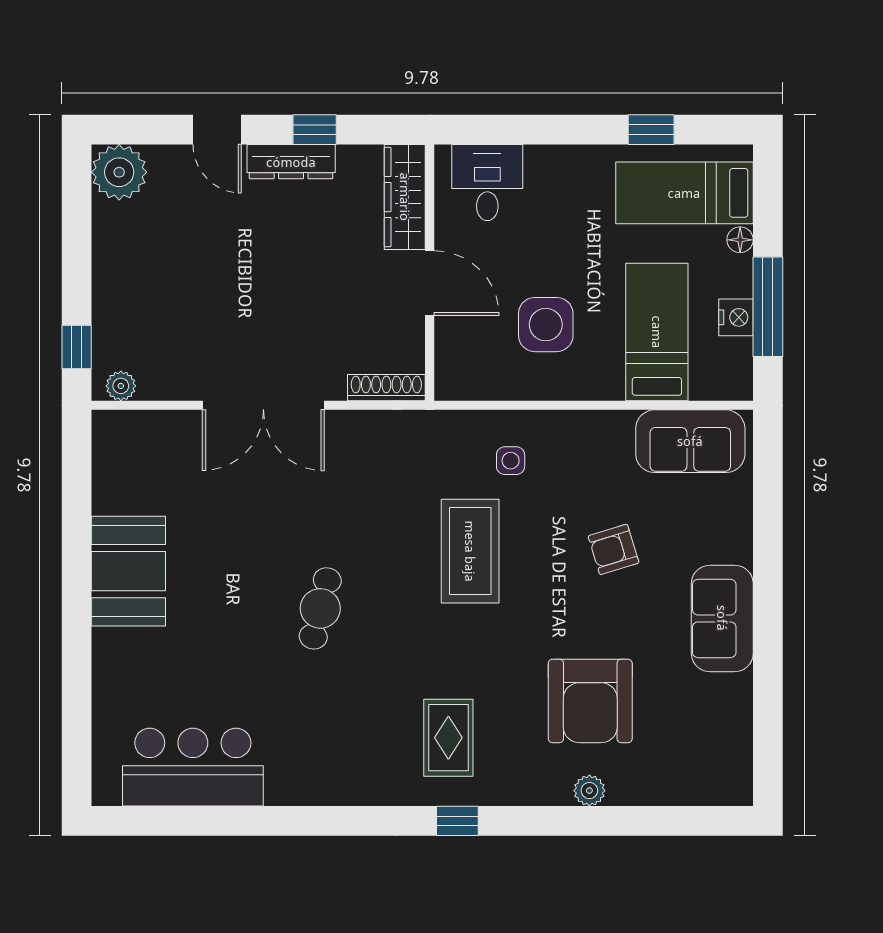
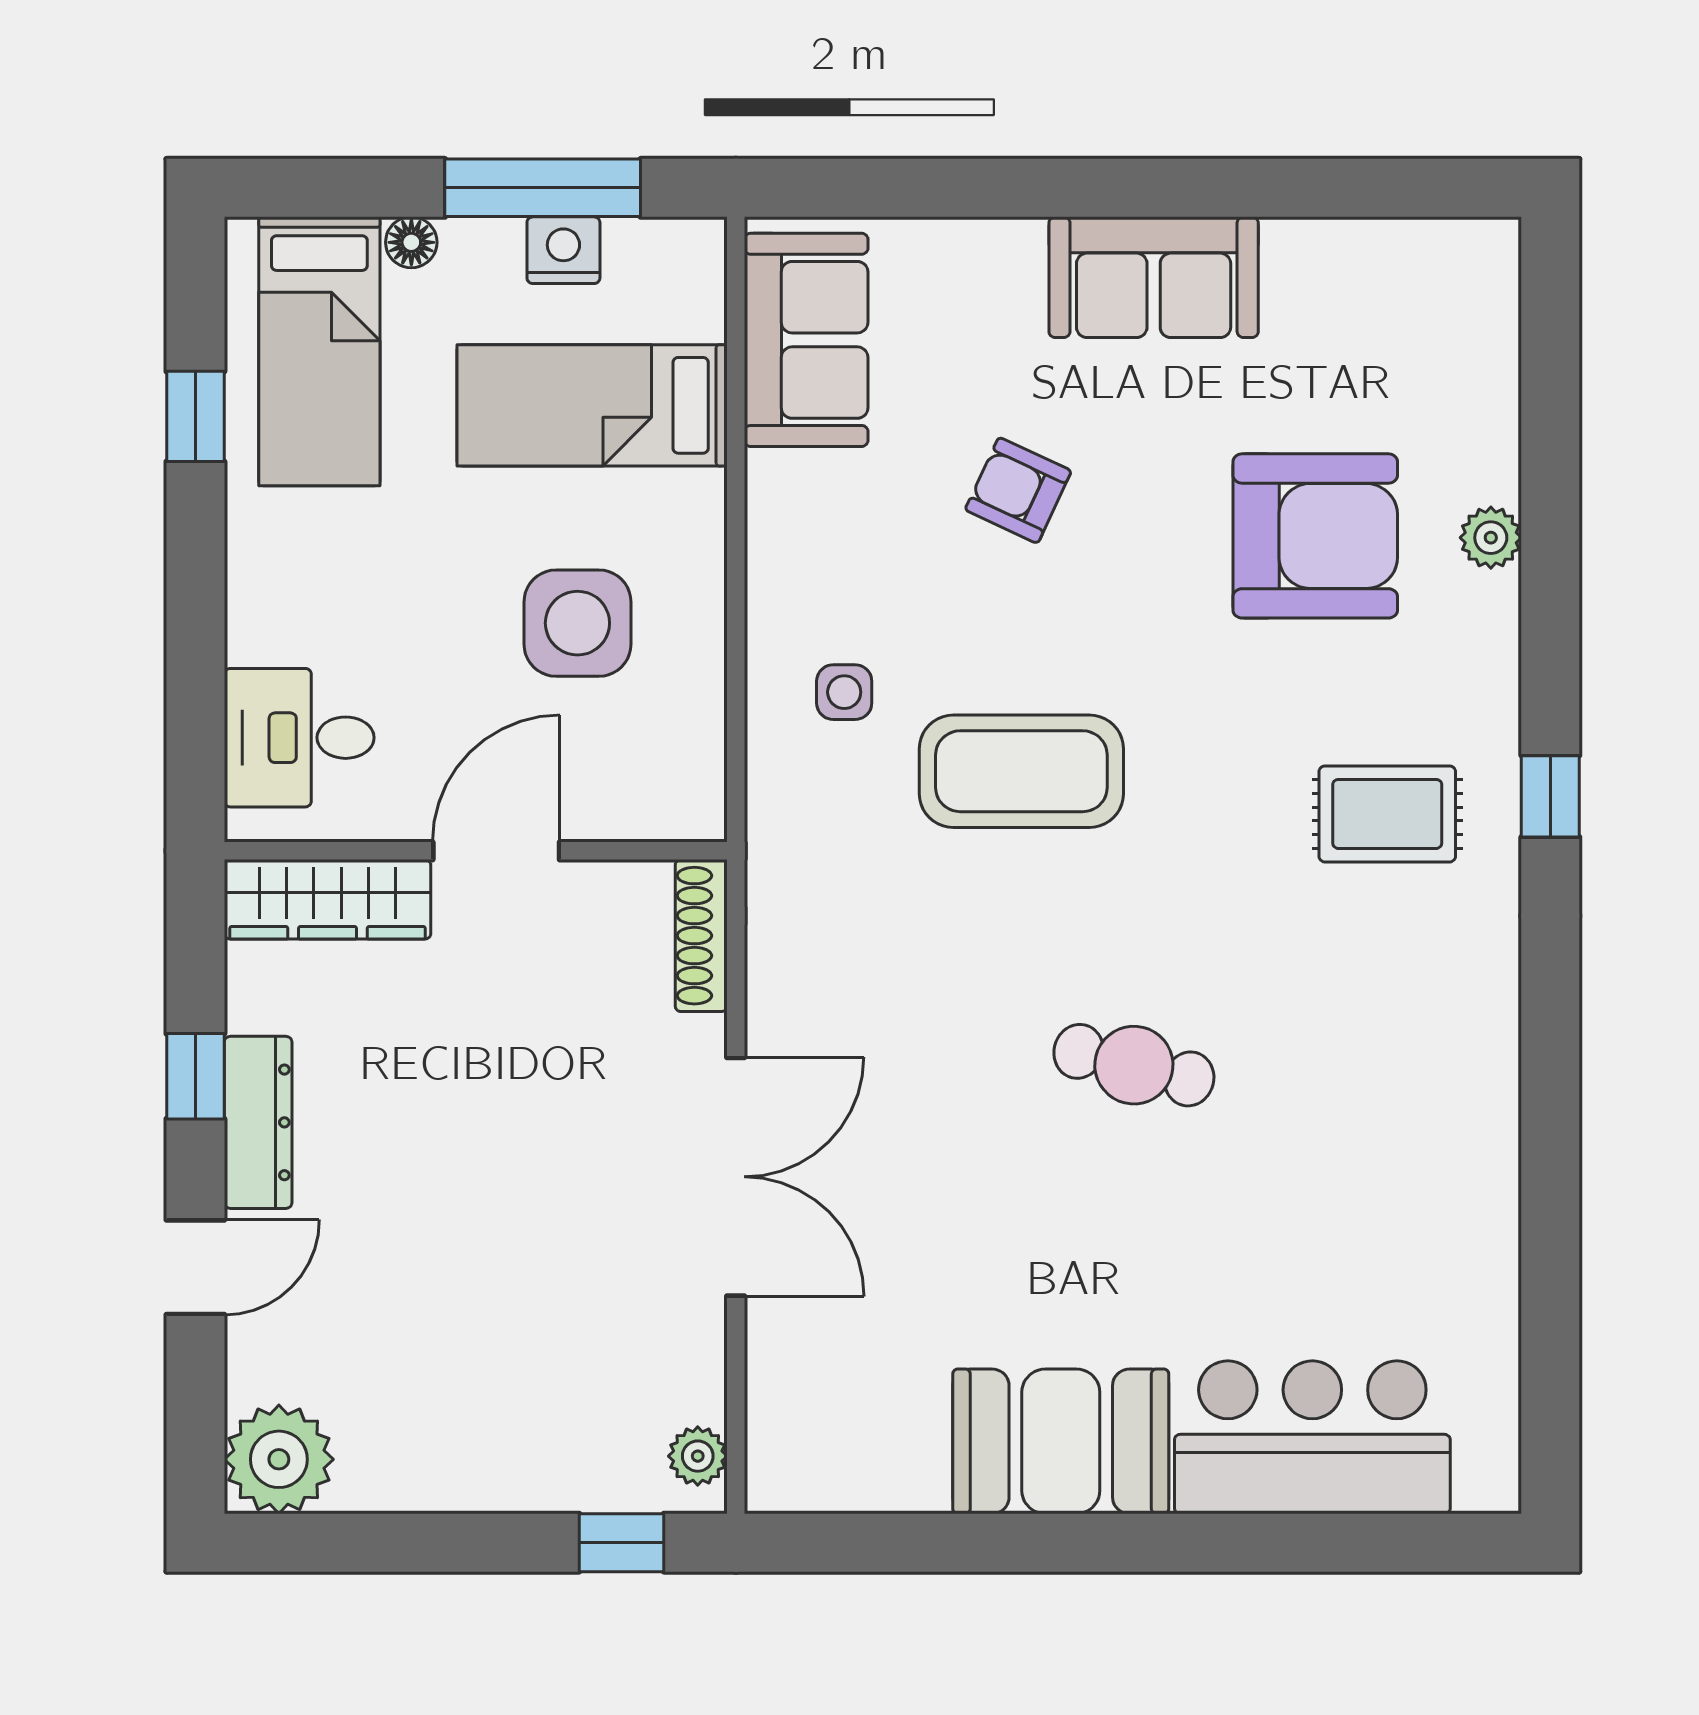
armchair: (614, 549) -> (1018, 490), turned 132
bar counter: (193, 767) -> (1312, 1437), moved, turned 90

